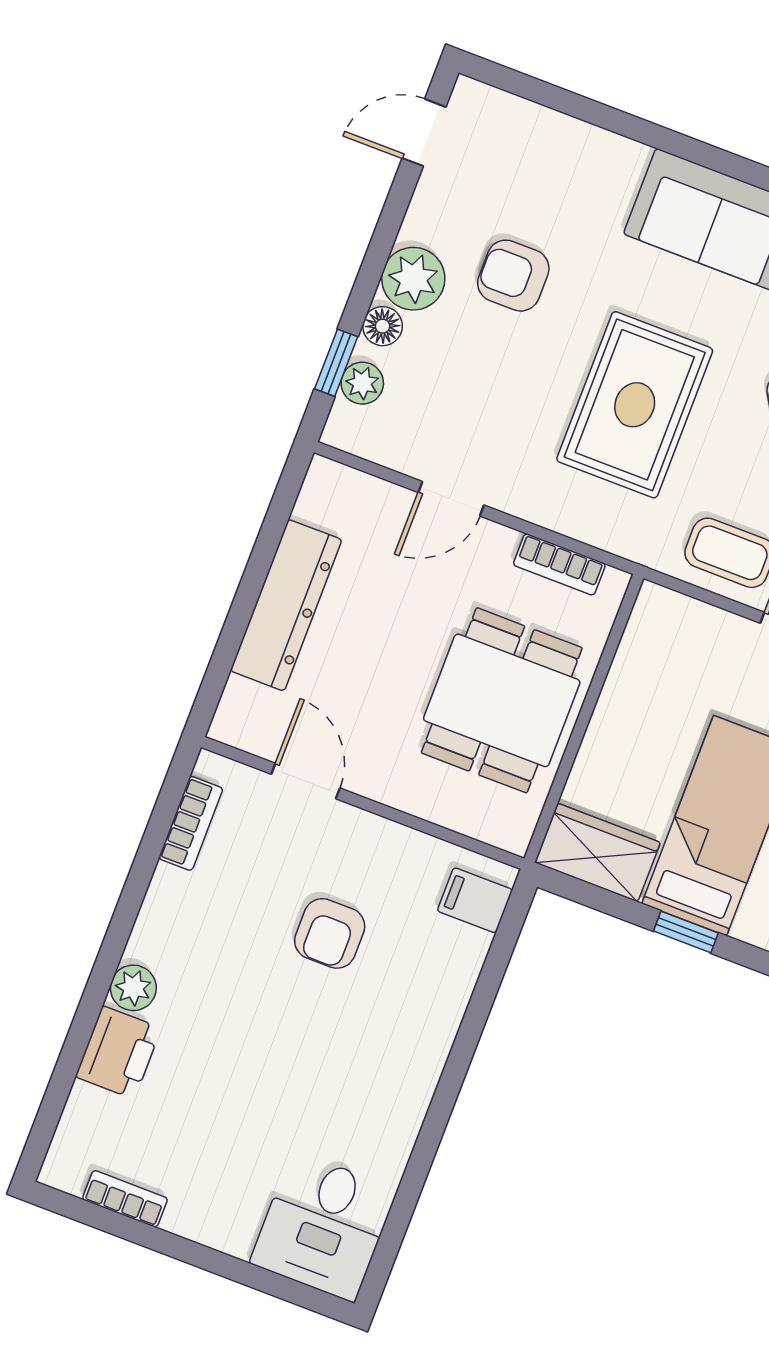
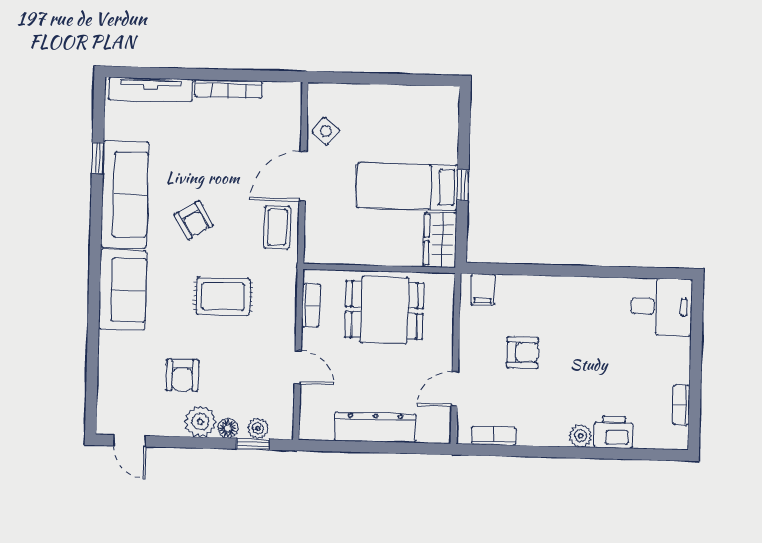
rug: (635, 405) -> (223, 296), width x0.73, depth x0.70

